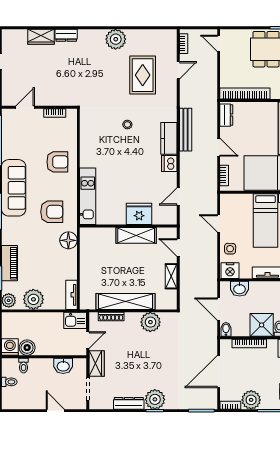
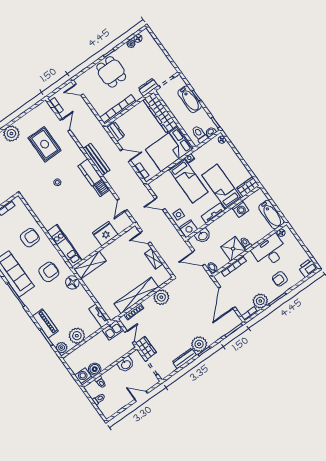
shelving: (136, 235) -> (90, 265), moved

